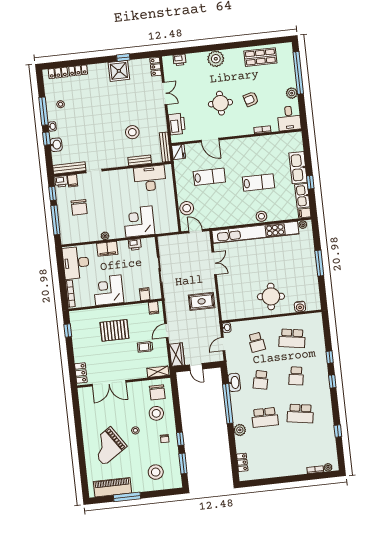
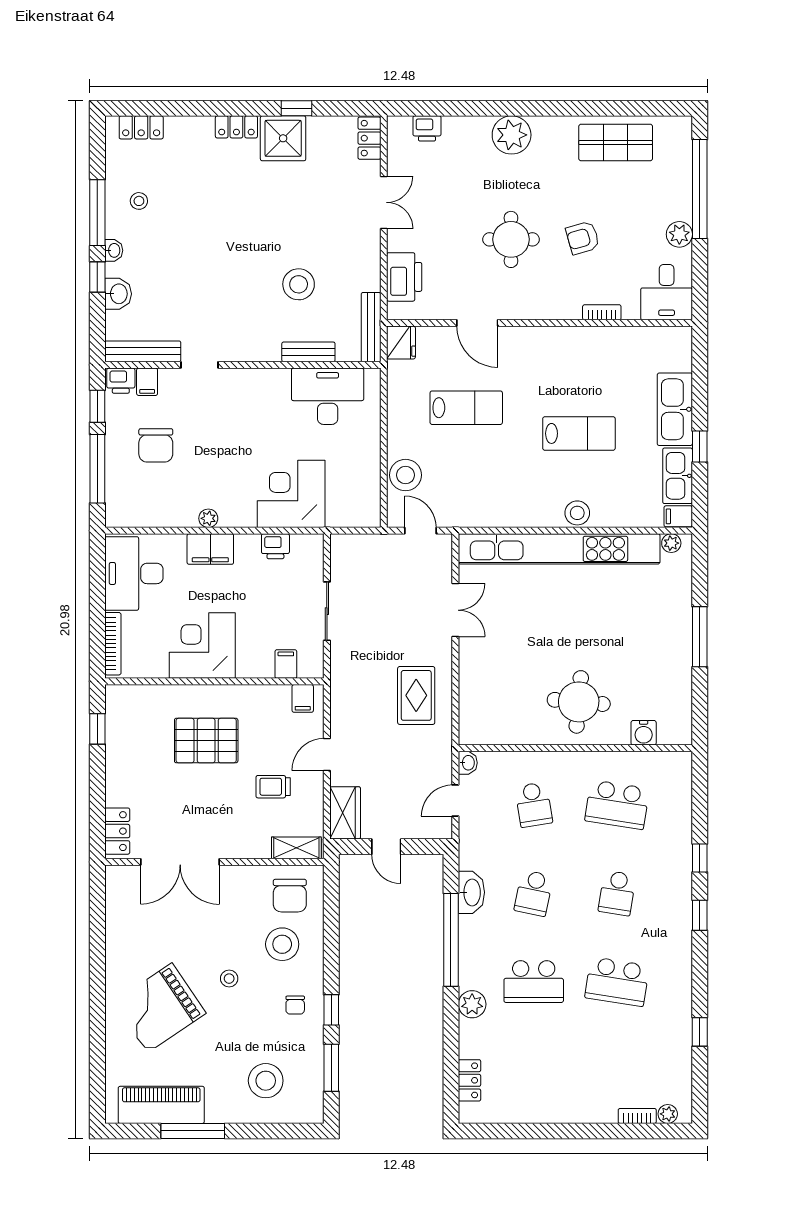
locker: (78, 70) -> (236, 127), moved
rug: (202, 301) -> (416, 695), turned 90

